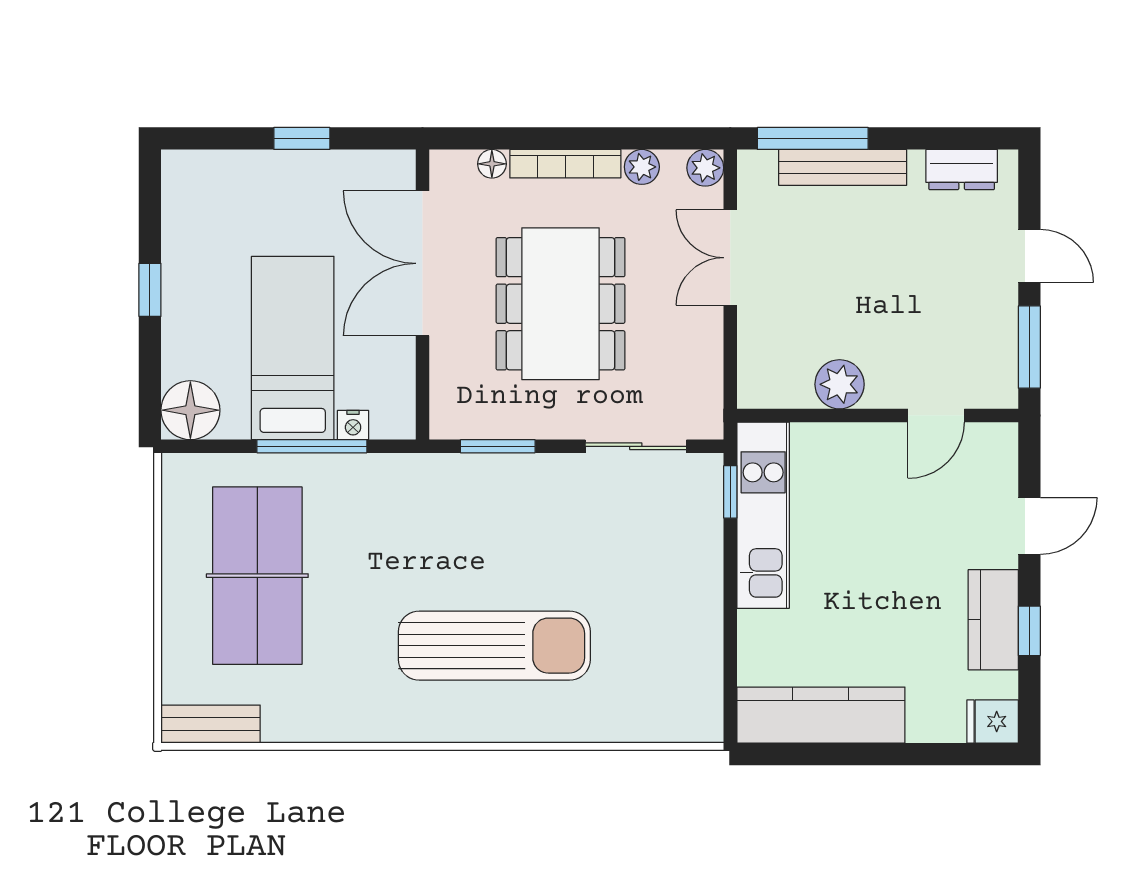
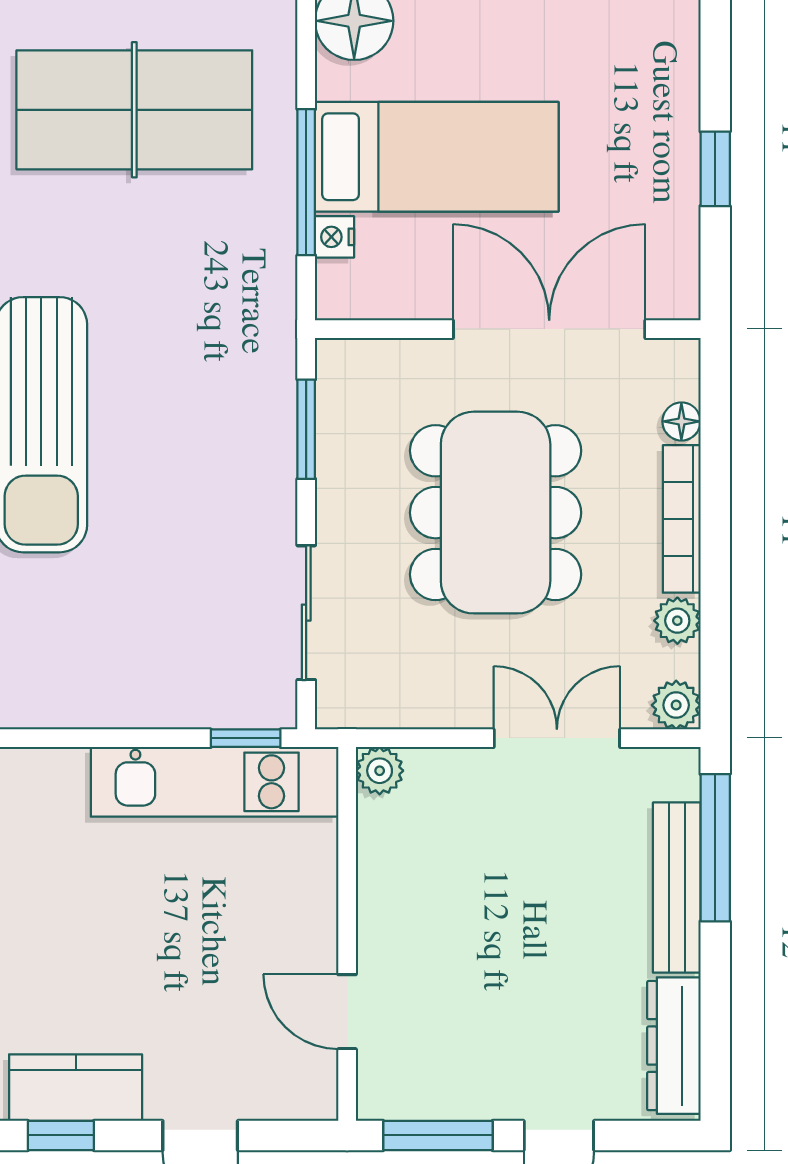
dresser: (962, 170) -> (674, 1046), width x1.44
dining table: (561, 304) -> (496, 513), turned 90
plant: (840, 384) -> (380, 771), moved, width x0.73, depth x0.73

